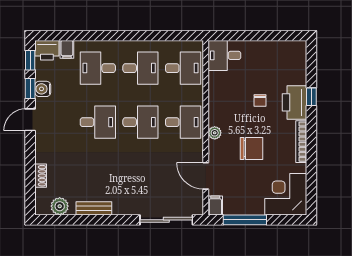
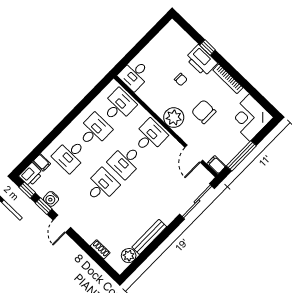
desk: (140, 122) -> (126, 161), turned 180
plant: (215, 133) -> (174, 118), width x1.87, depth x1.87
chair: (251, 149) -> (204, 112), turned -90
door: (206, 176) -> (194, 154), hinge flipped
bench: (94, 208) -> (149, 237), width x1.36

